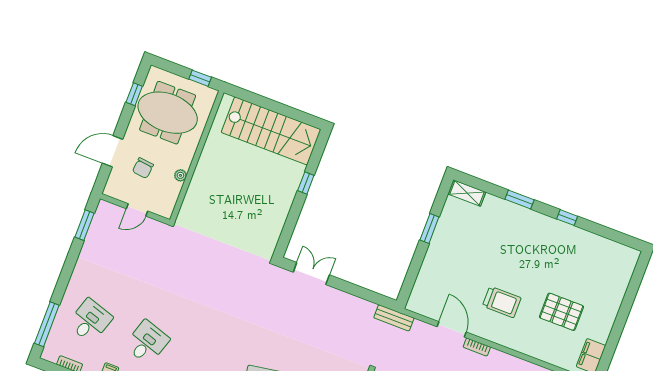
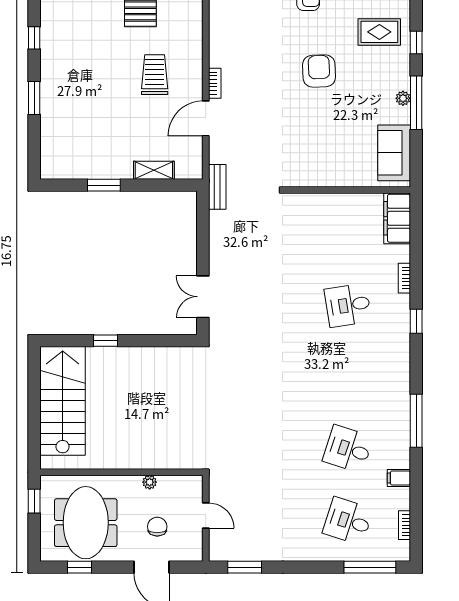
chair: (143, 168) -> (157, 527), turned -96
shelving: (467, 193) -> (154, 170), moved, turned 90

